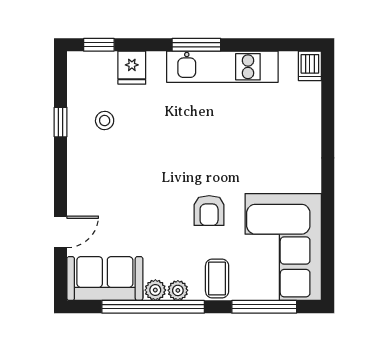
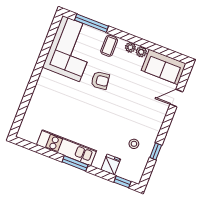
dishwasher: (310, 66) -> (24, 132), removed
armchair: (209, 211) -> (100, 80), turned 83
window: (153, 307) -> (146, 44), removed

